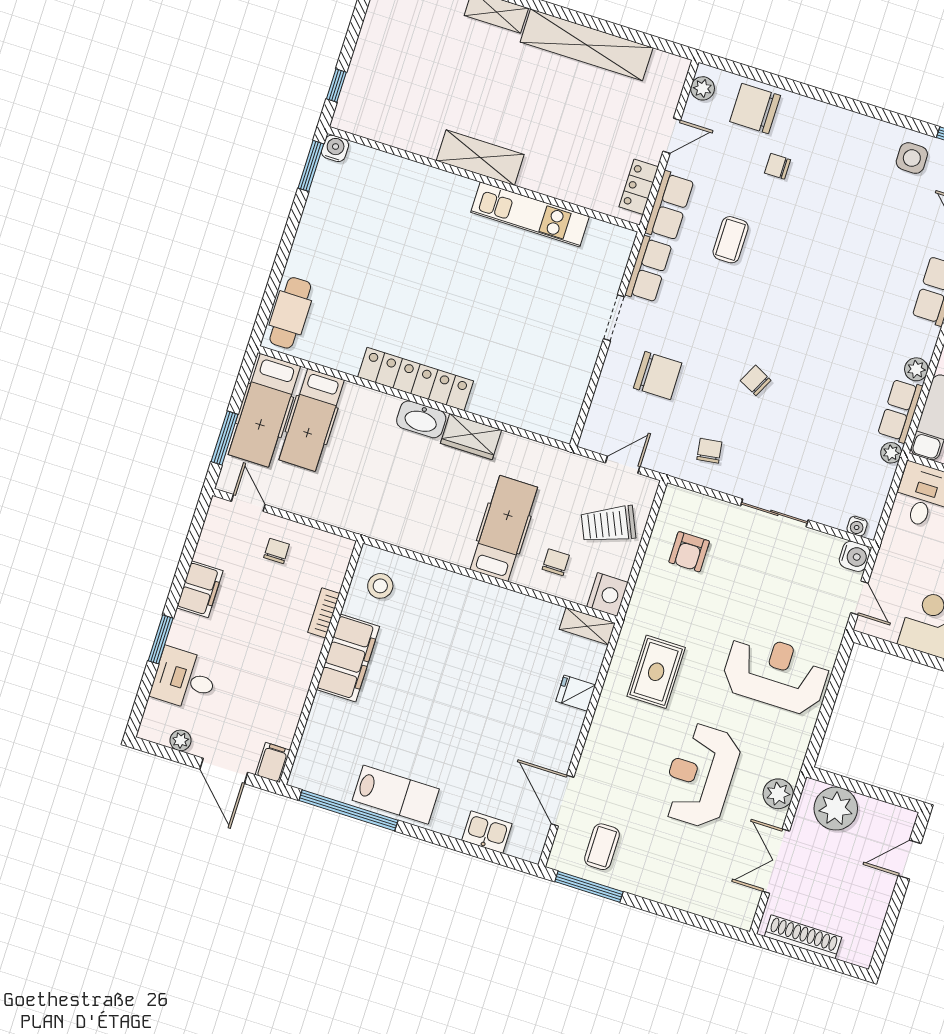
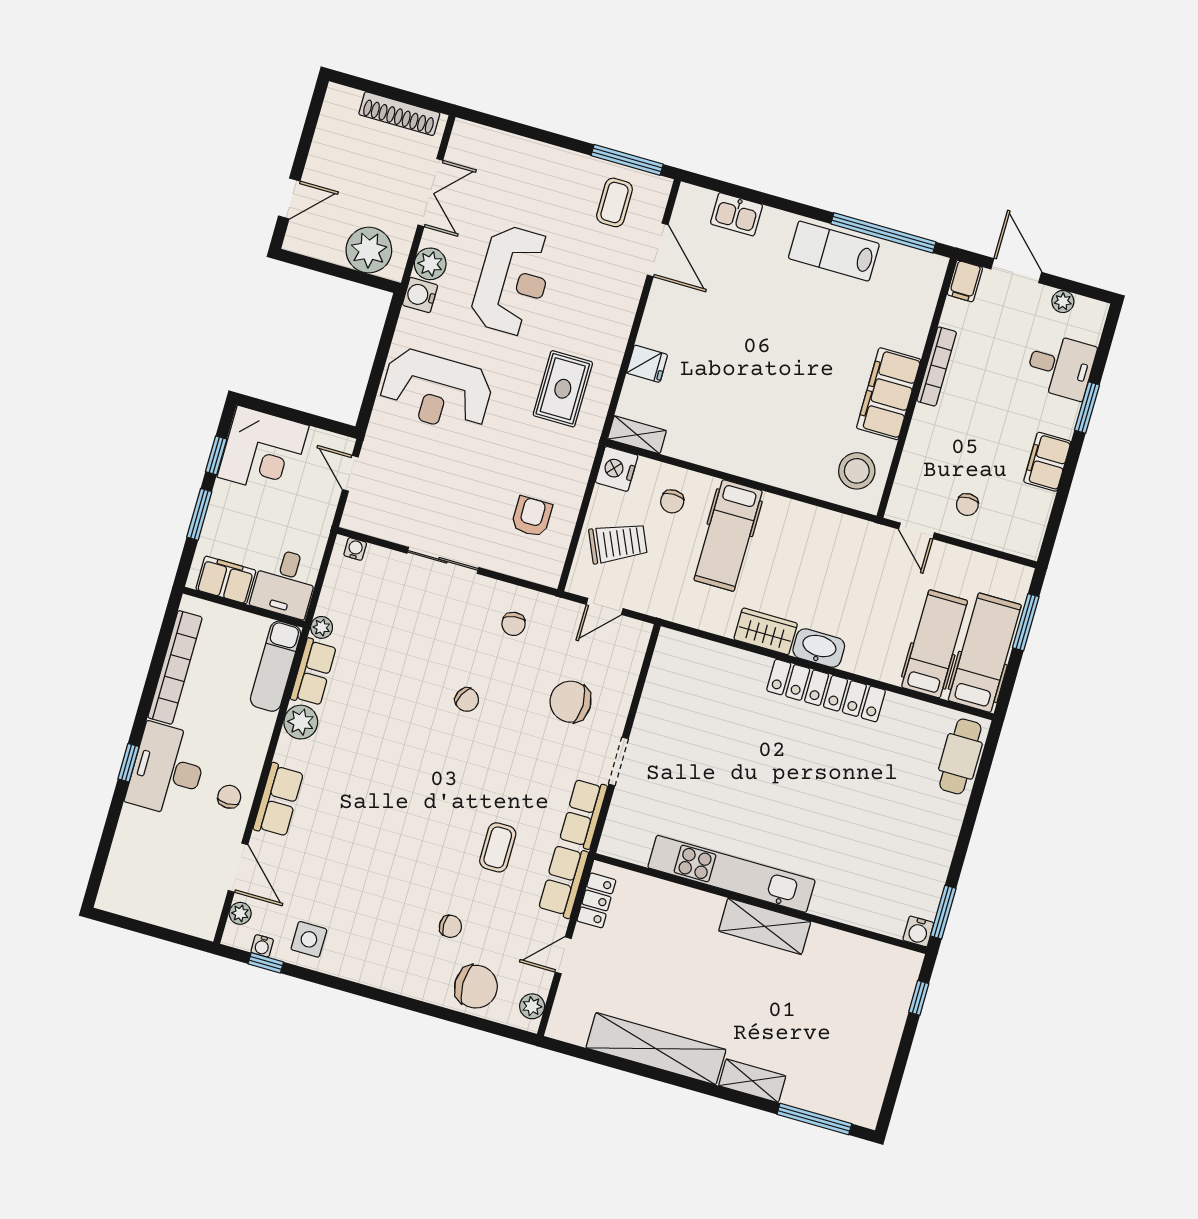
kitchen unit: (530, 214) -> (732, 874), width x1.36
plant: (916, 369) -> (301, 722), width x1.38, depth x1.38
door: (248, 503) -> (917, 531), moved
water cooler: (855, 556) -> (420, 295), moved
stool: (380, 586) -> (857, 471), width x1.38, depth x1.38
bookcase: (324, 613) -> (937, 366), moved, width x1.56

